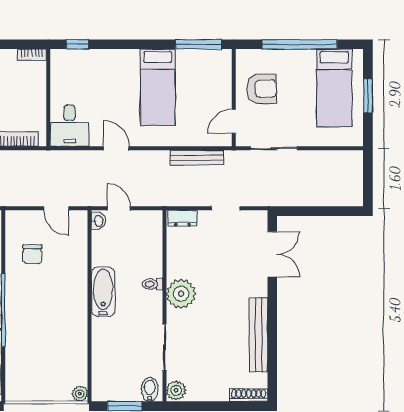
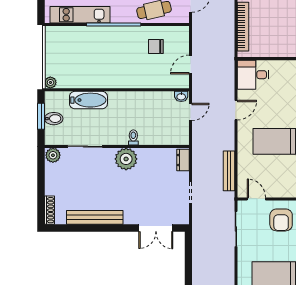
bathtub: (103, 292) -> (88, 100), moved
bidet: (150, 389) -> (54, 119), moved

